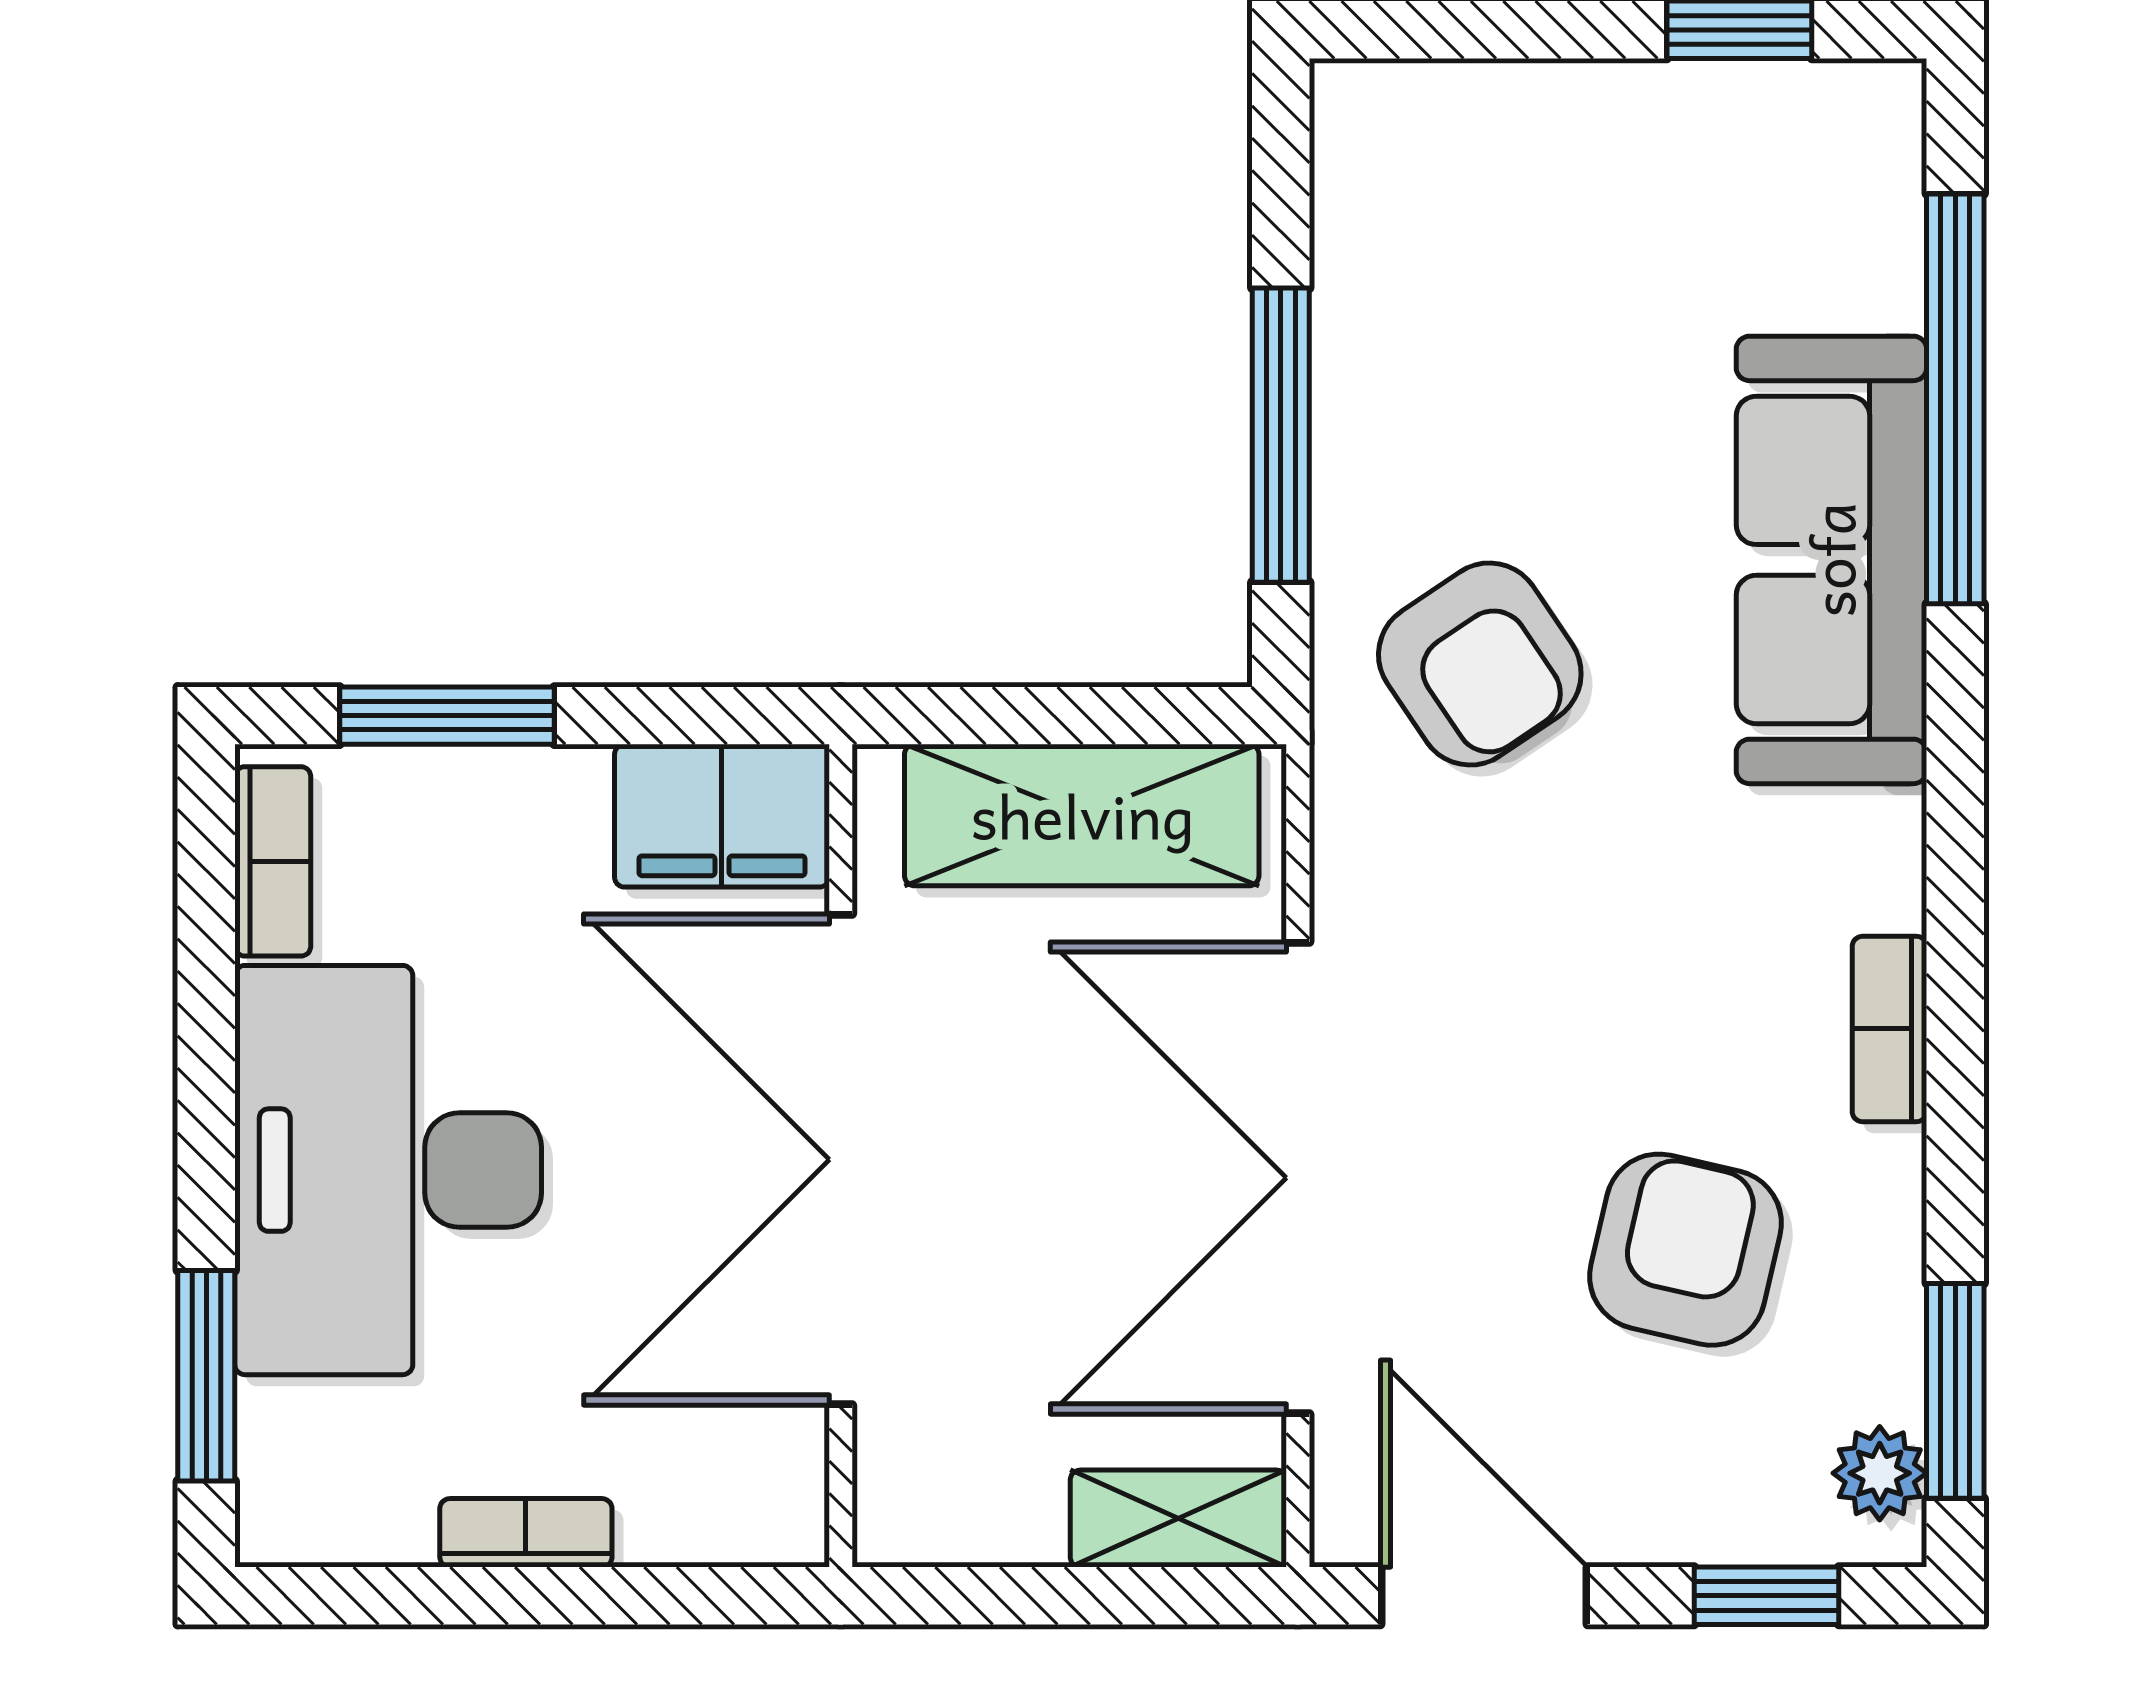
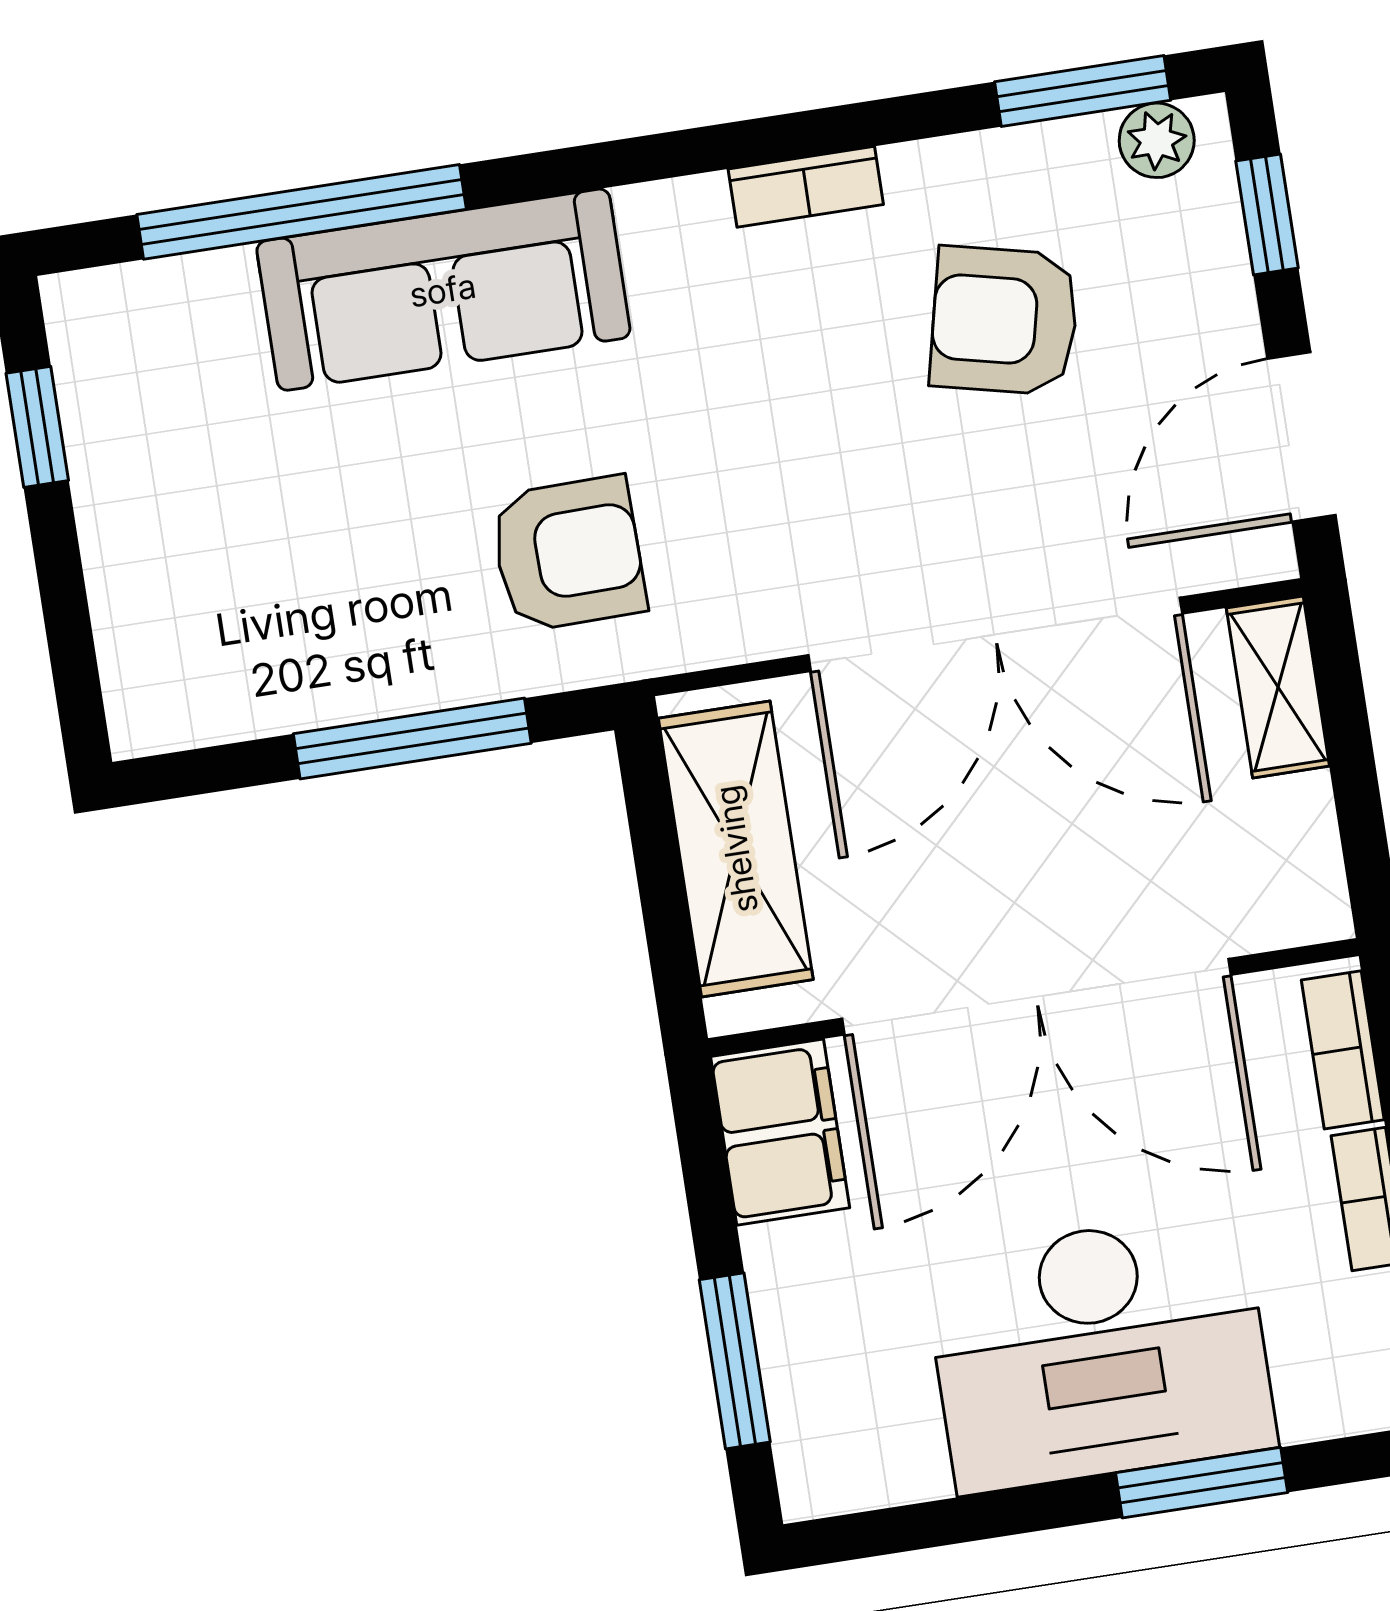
armchair: (1480, 664) -> (568, 554), turned 33
bookcase: (273, 861) -> (1343, 1050), moved, turned -90
window: (206, 1376) -> (1202, 1483), moved

